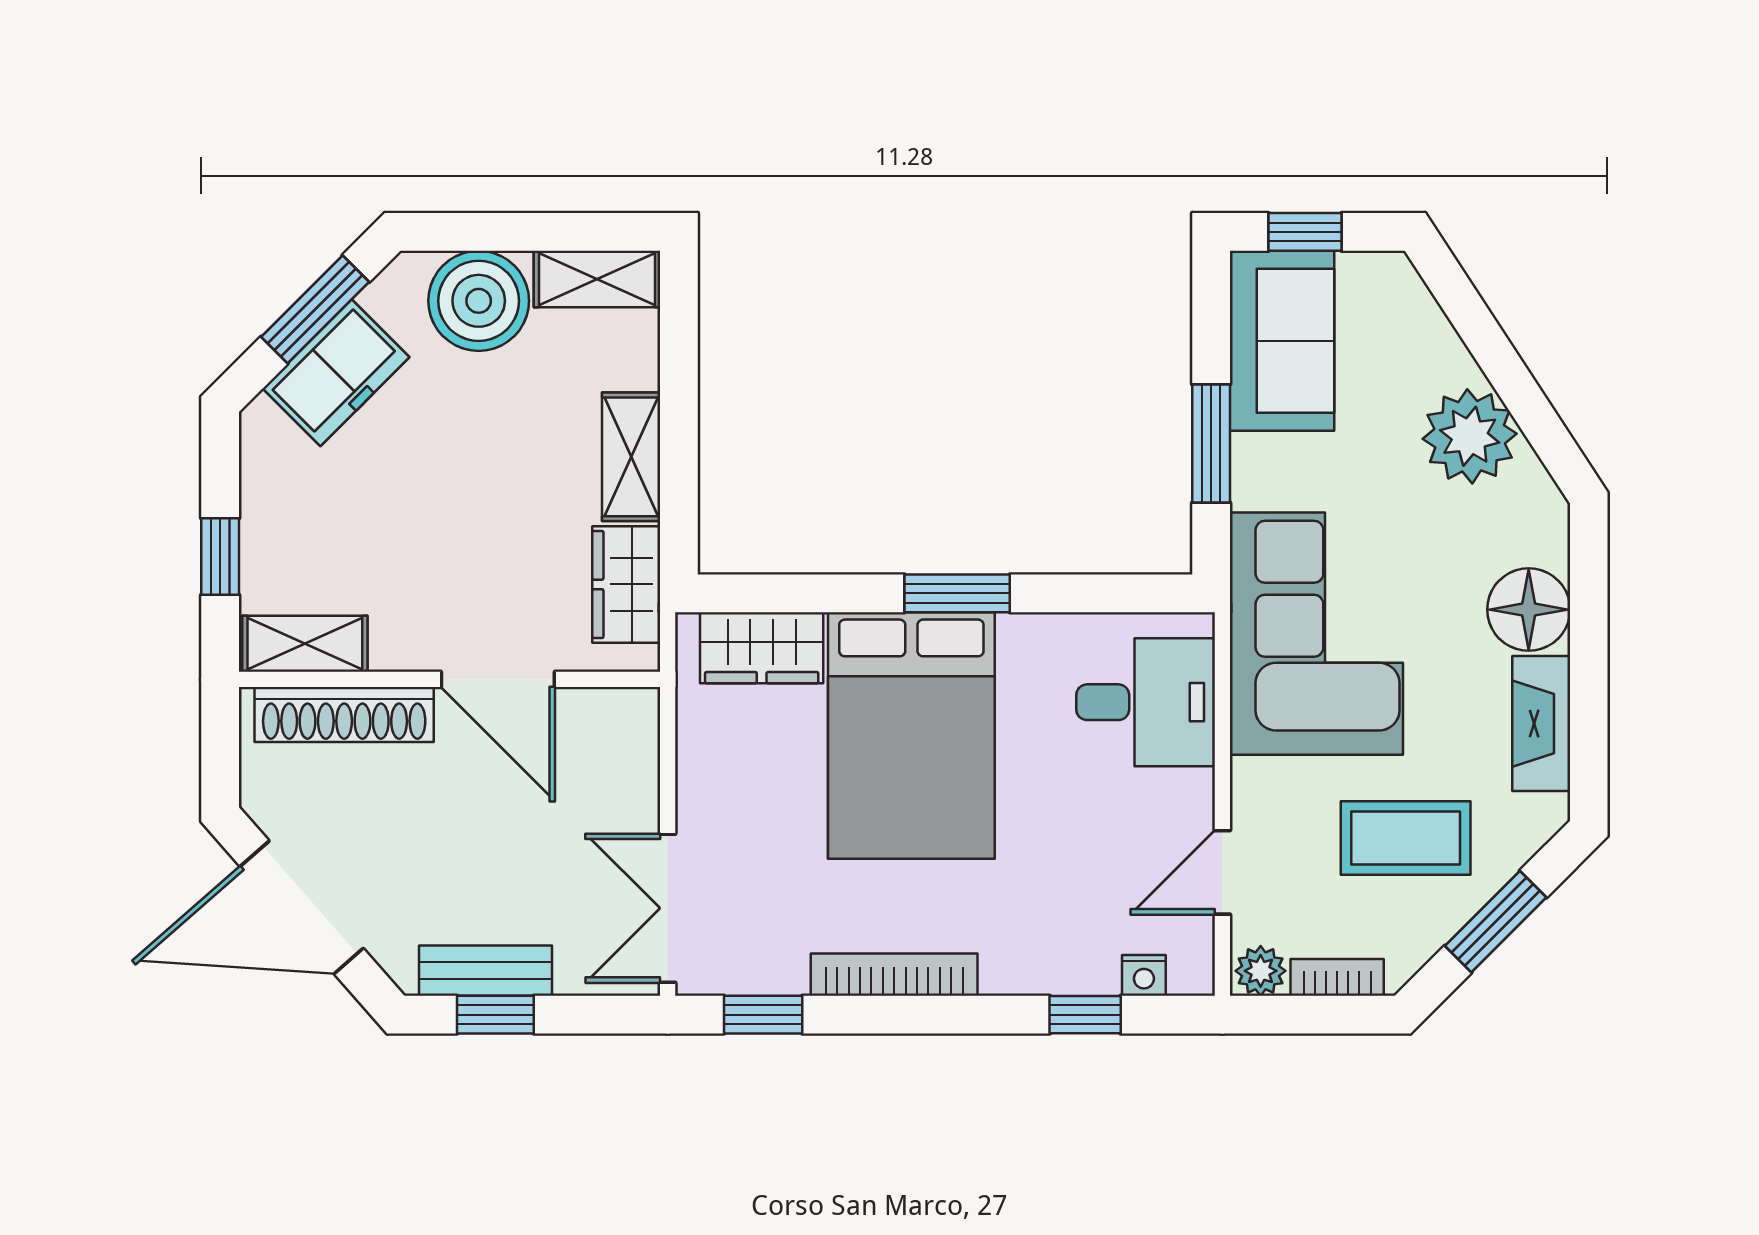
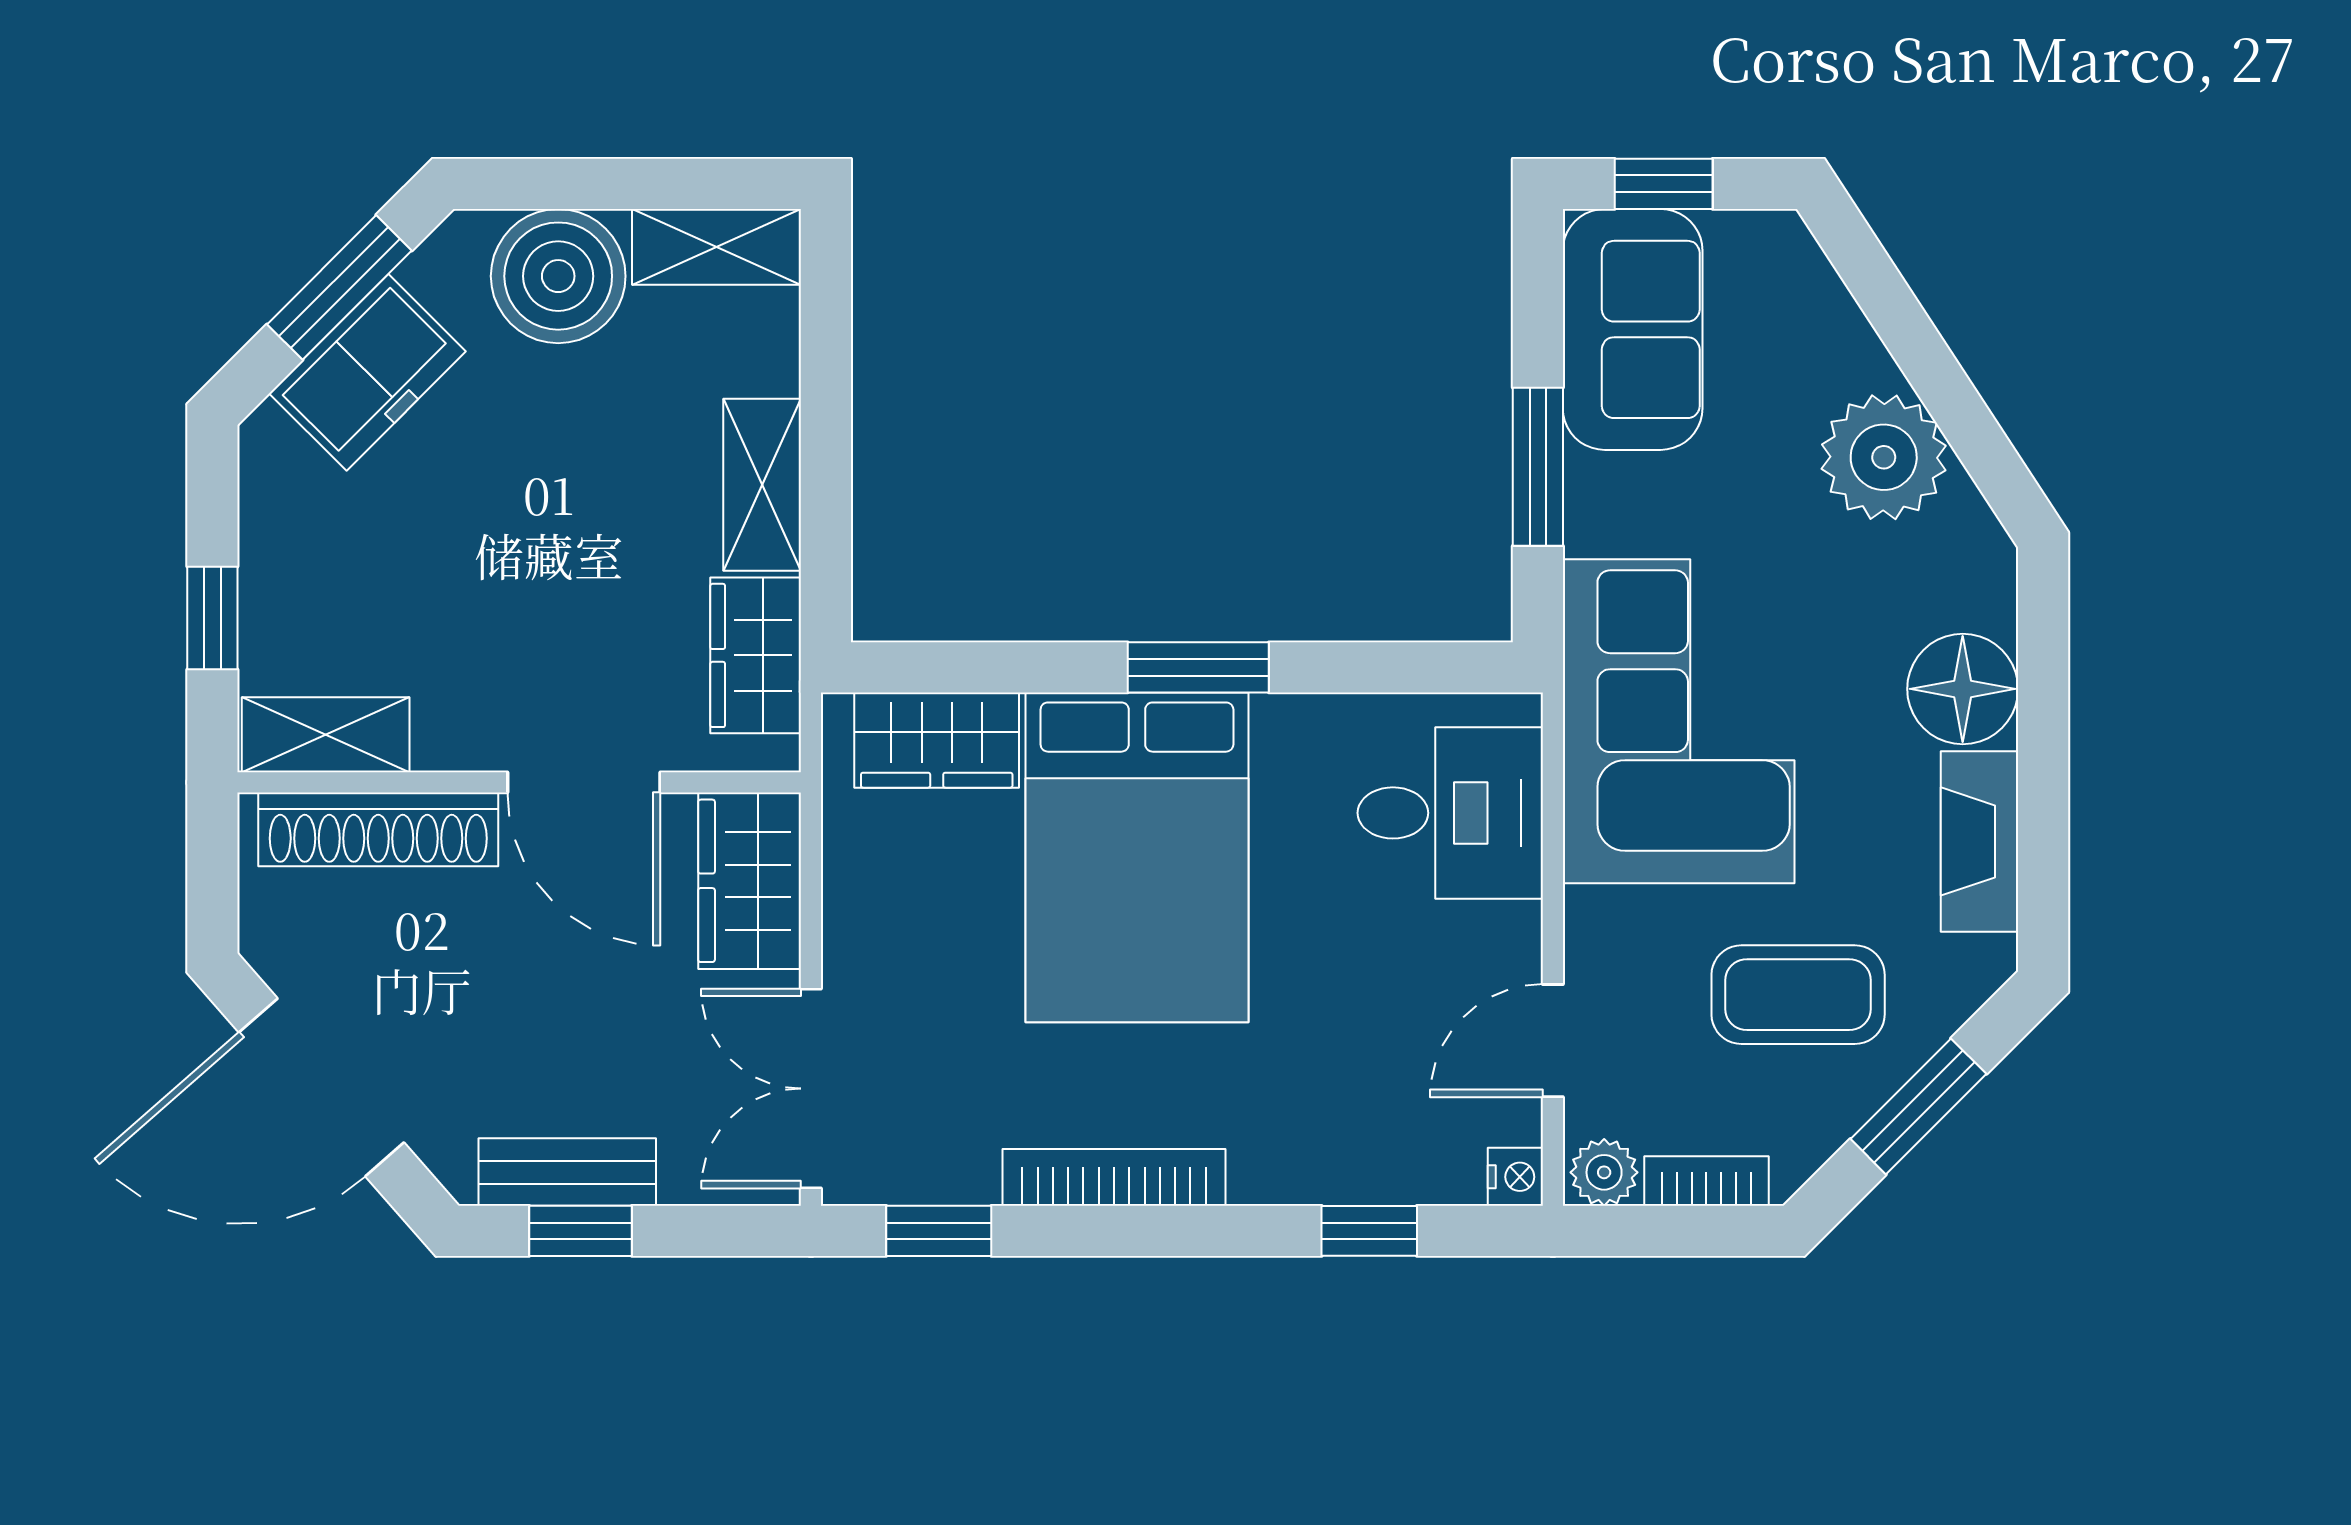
wardrobe: (622, 753) -> (750, 881), added
nightstand: (1144, 975) -> (1515, 1177), moved, turned -90

